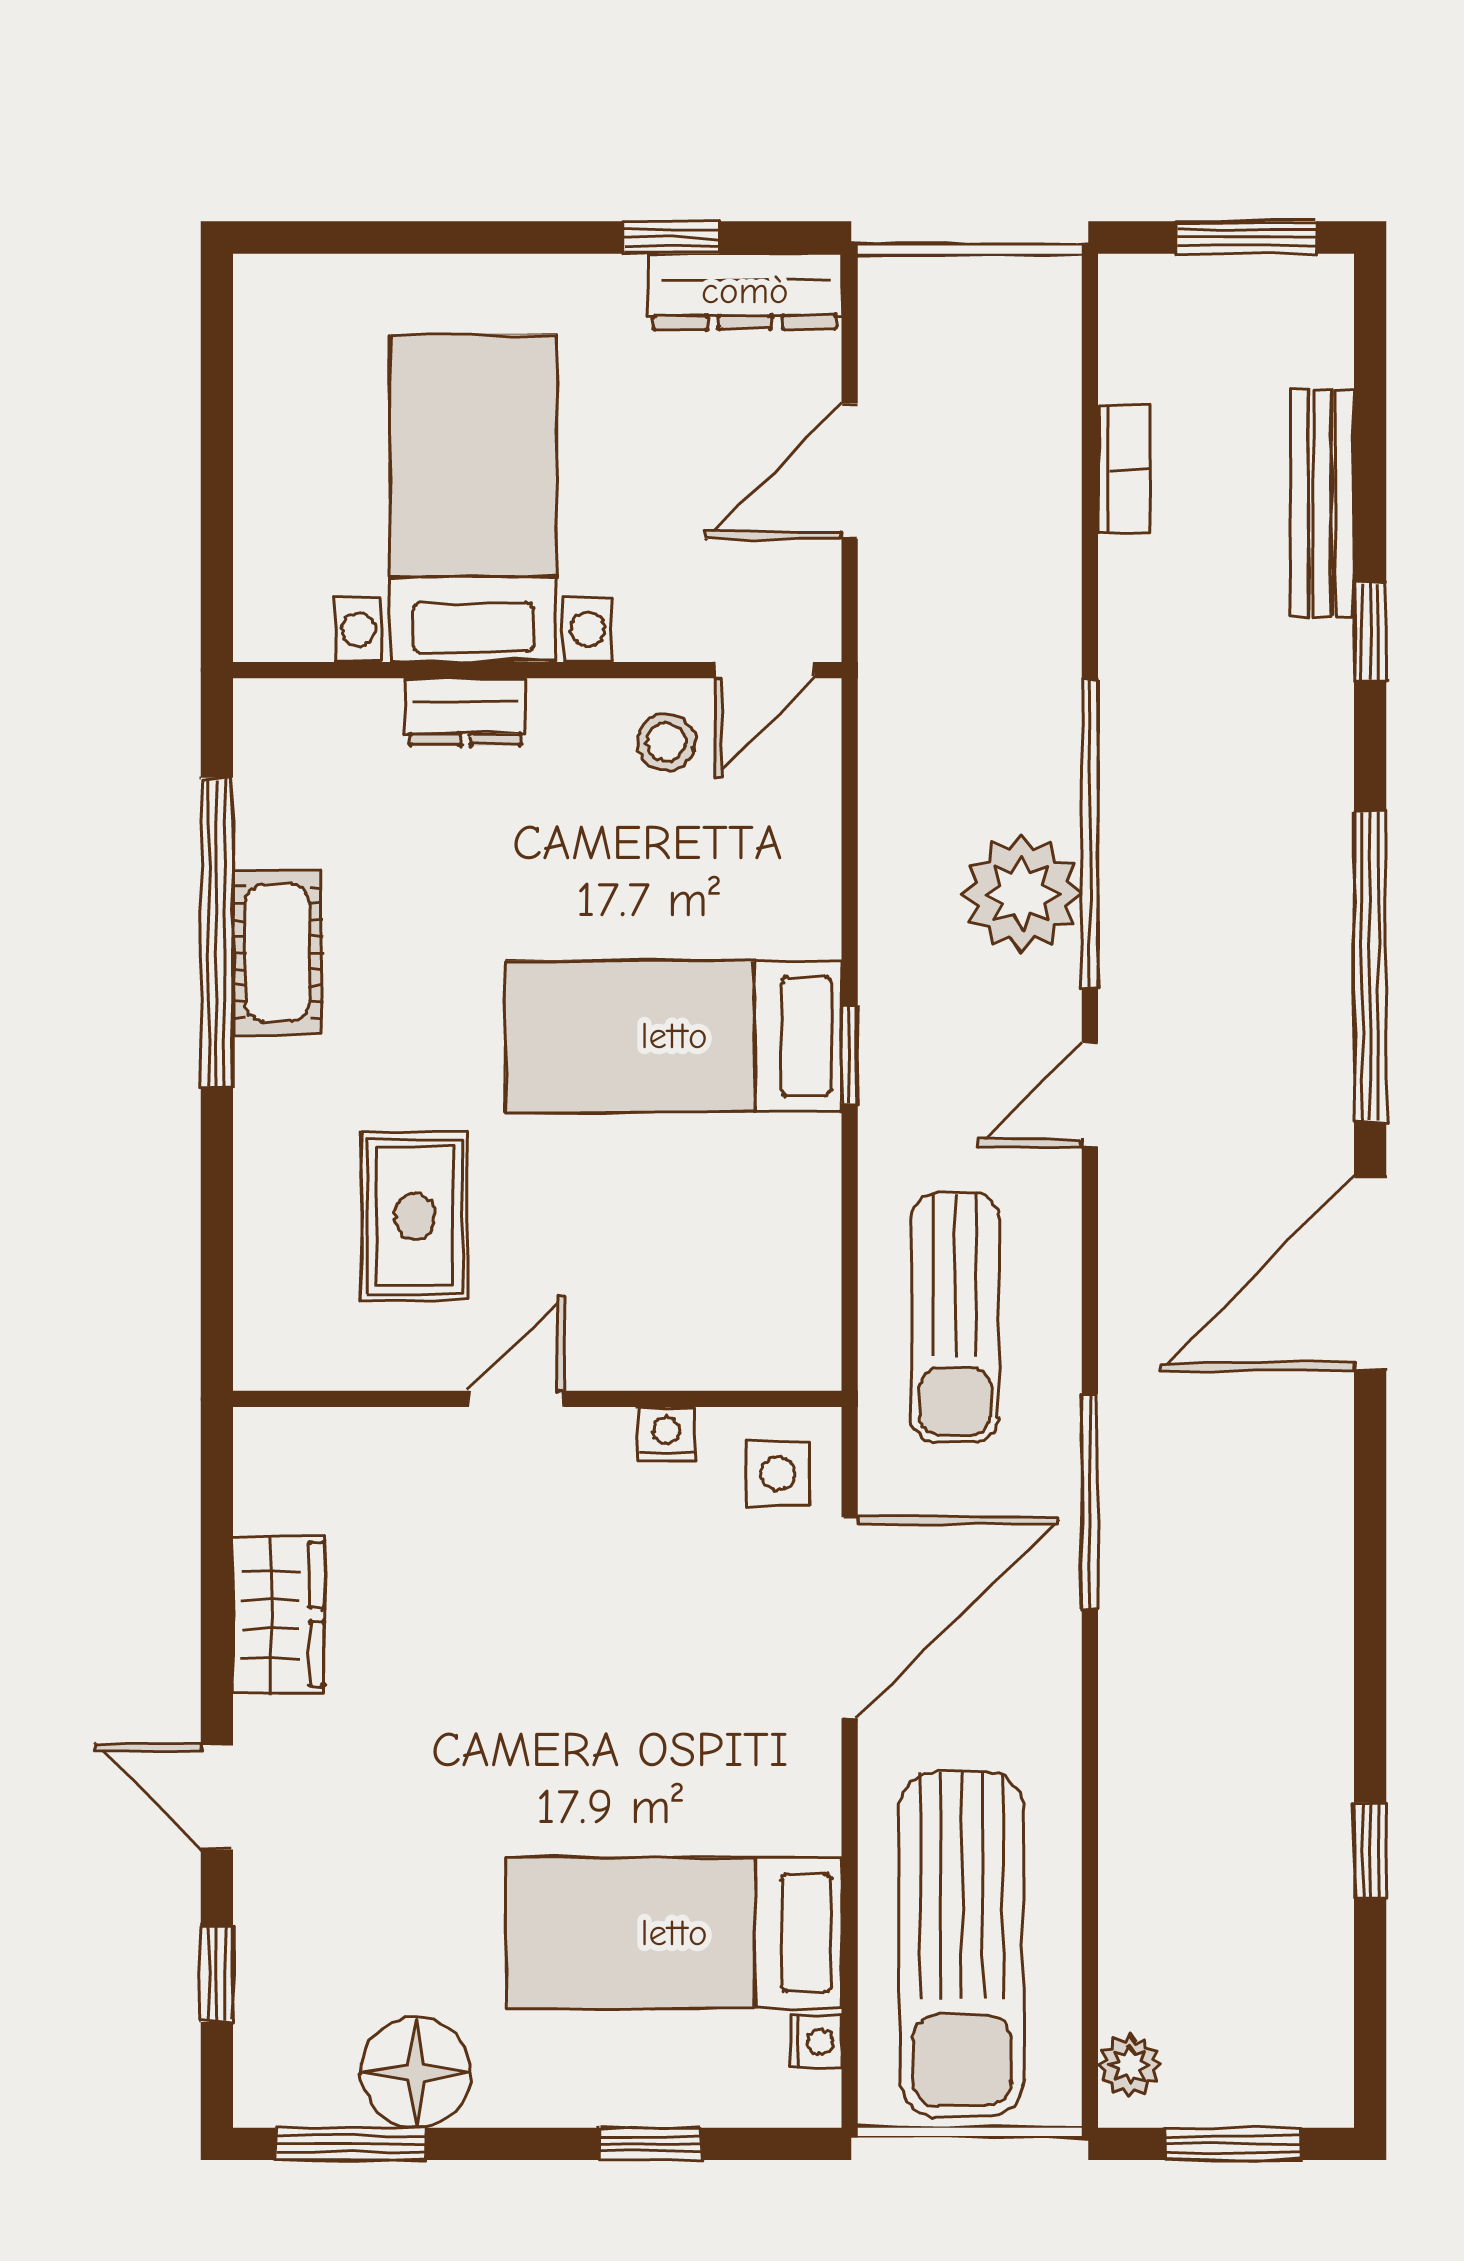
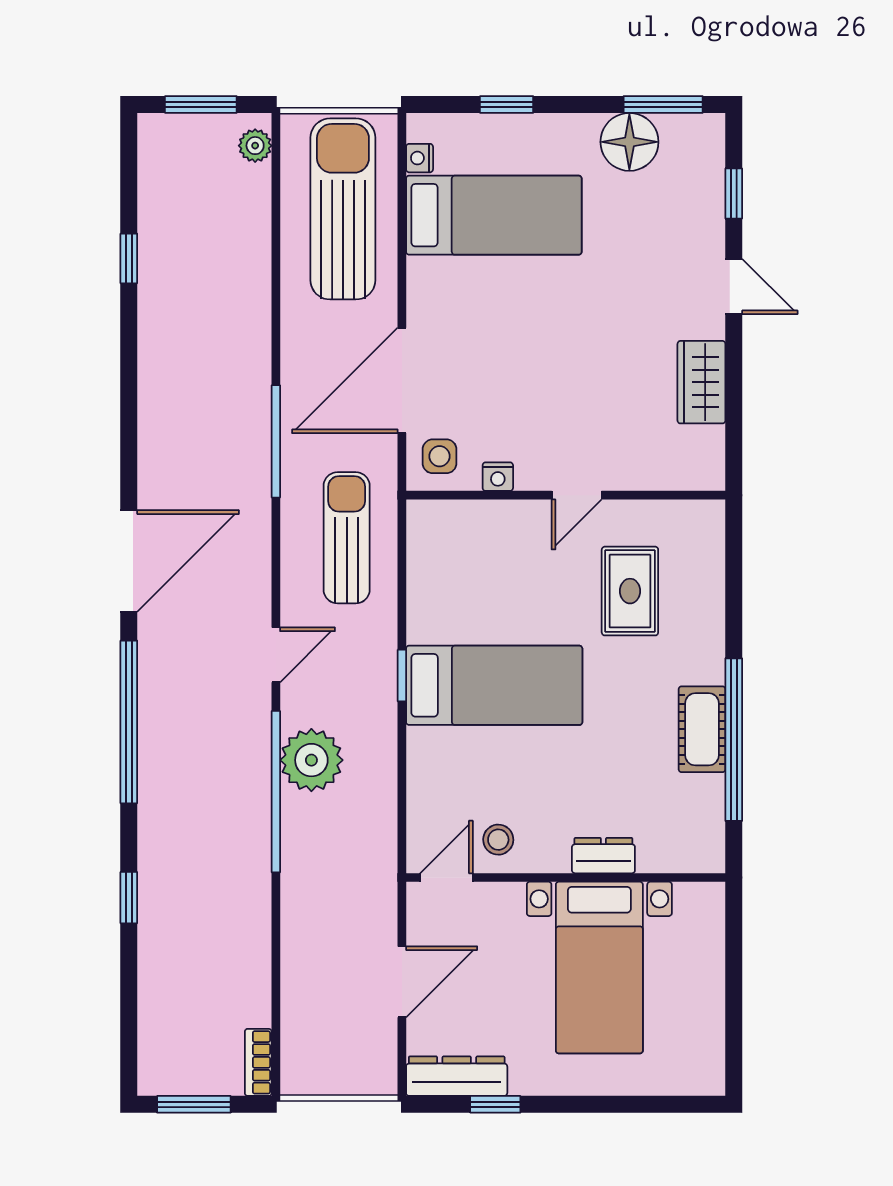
bookcase: (1123, 469) -> (258, 1062), moved
bench: (1322, 503) -> (154, 965), removed

